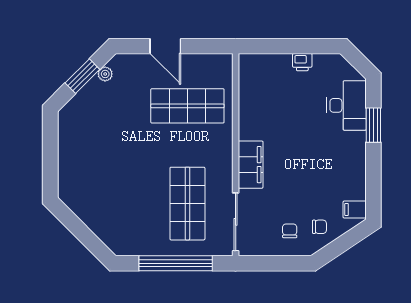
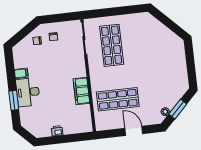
desk: (346, 105) -> (28, 92), moved
filing cabinet: (251, 165) -> (81, 91), moved
filing cabinet: (355, 210) -> (21, 73), moved
window: (176, 263) -> (114, 11), removed

